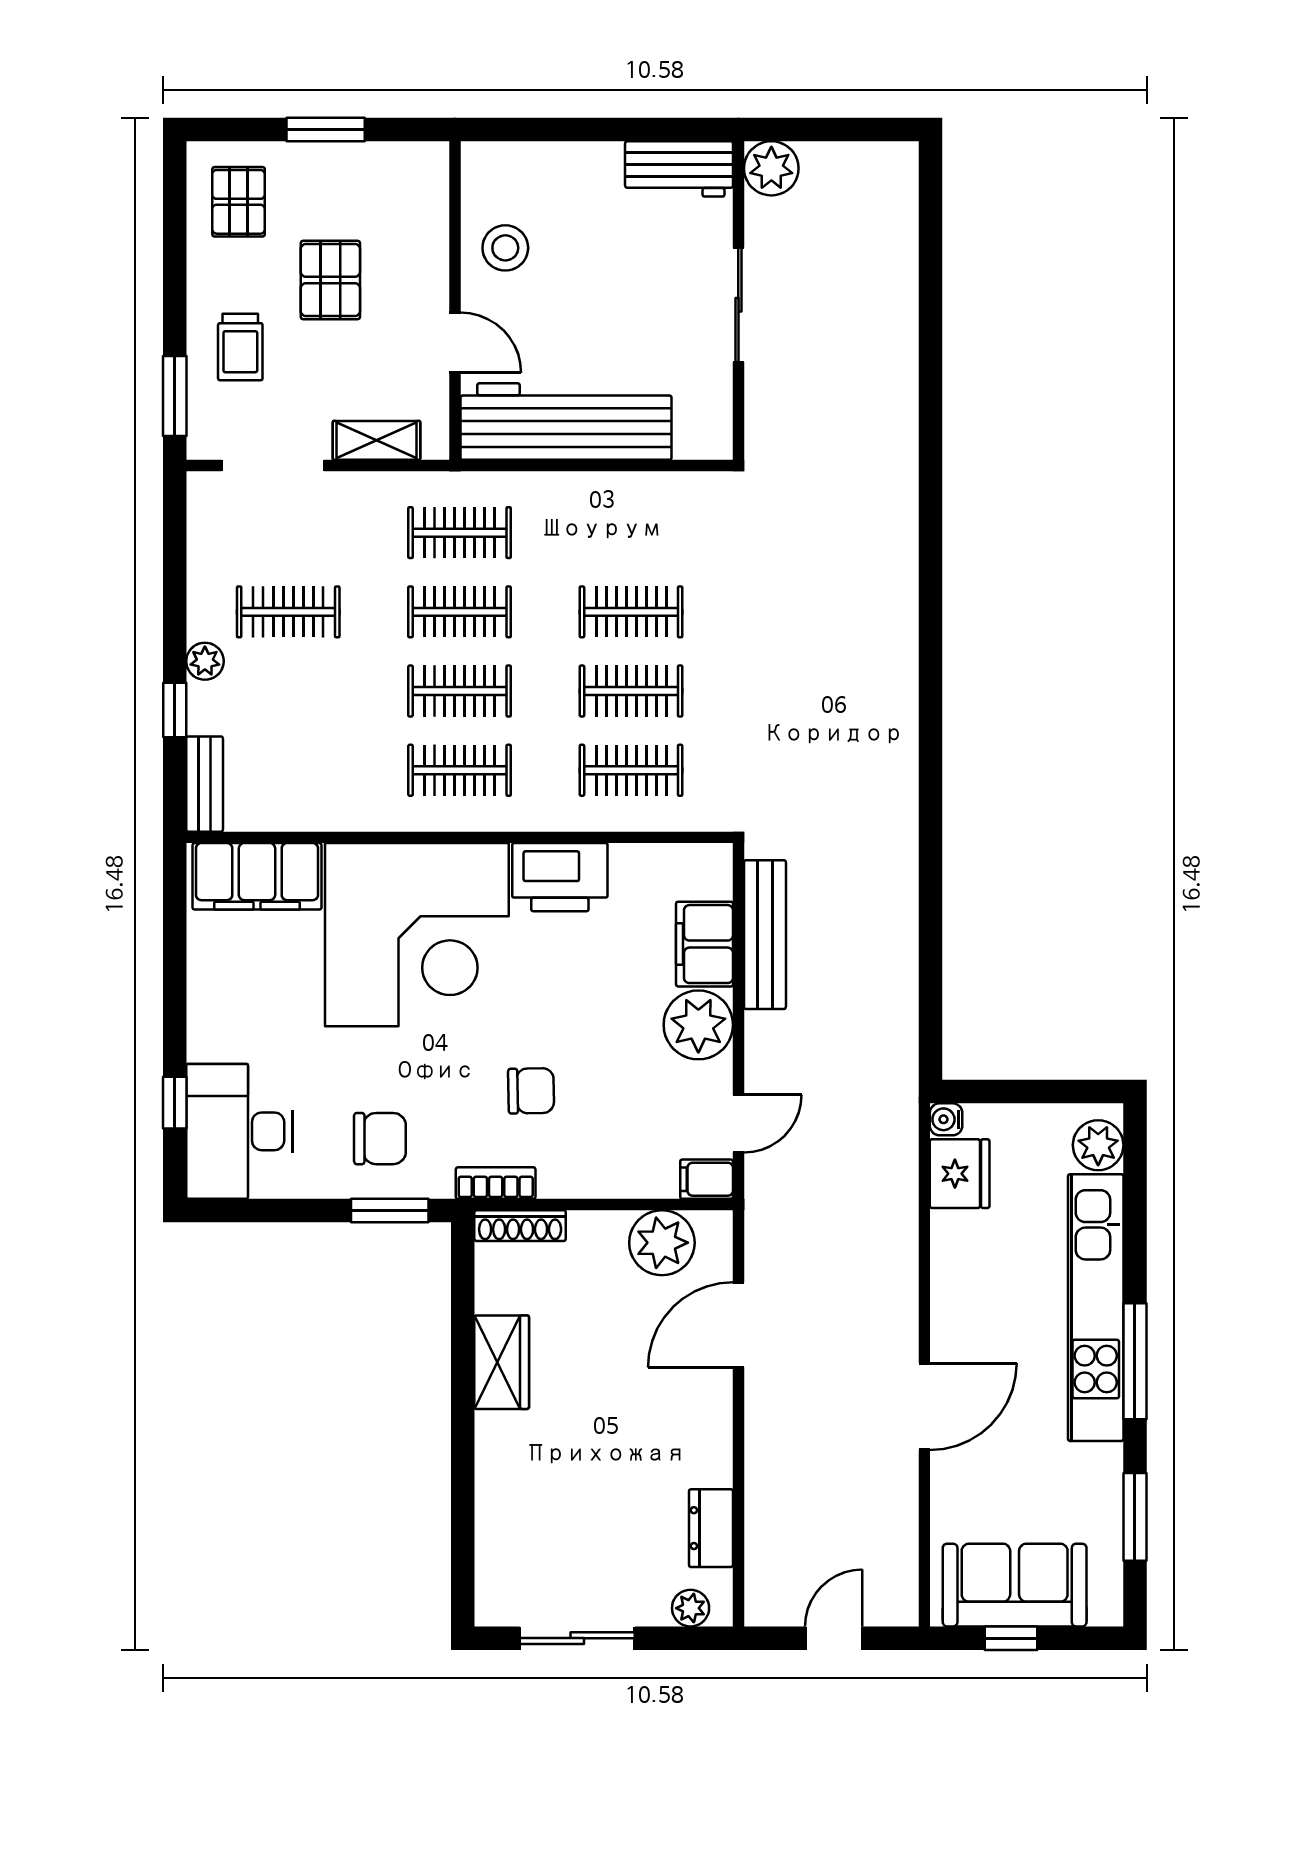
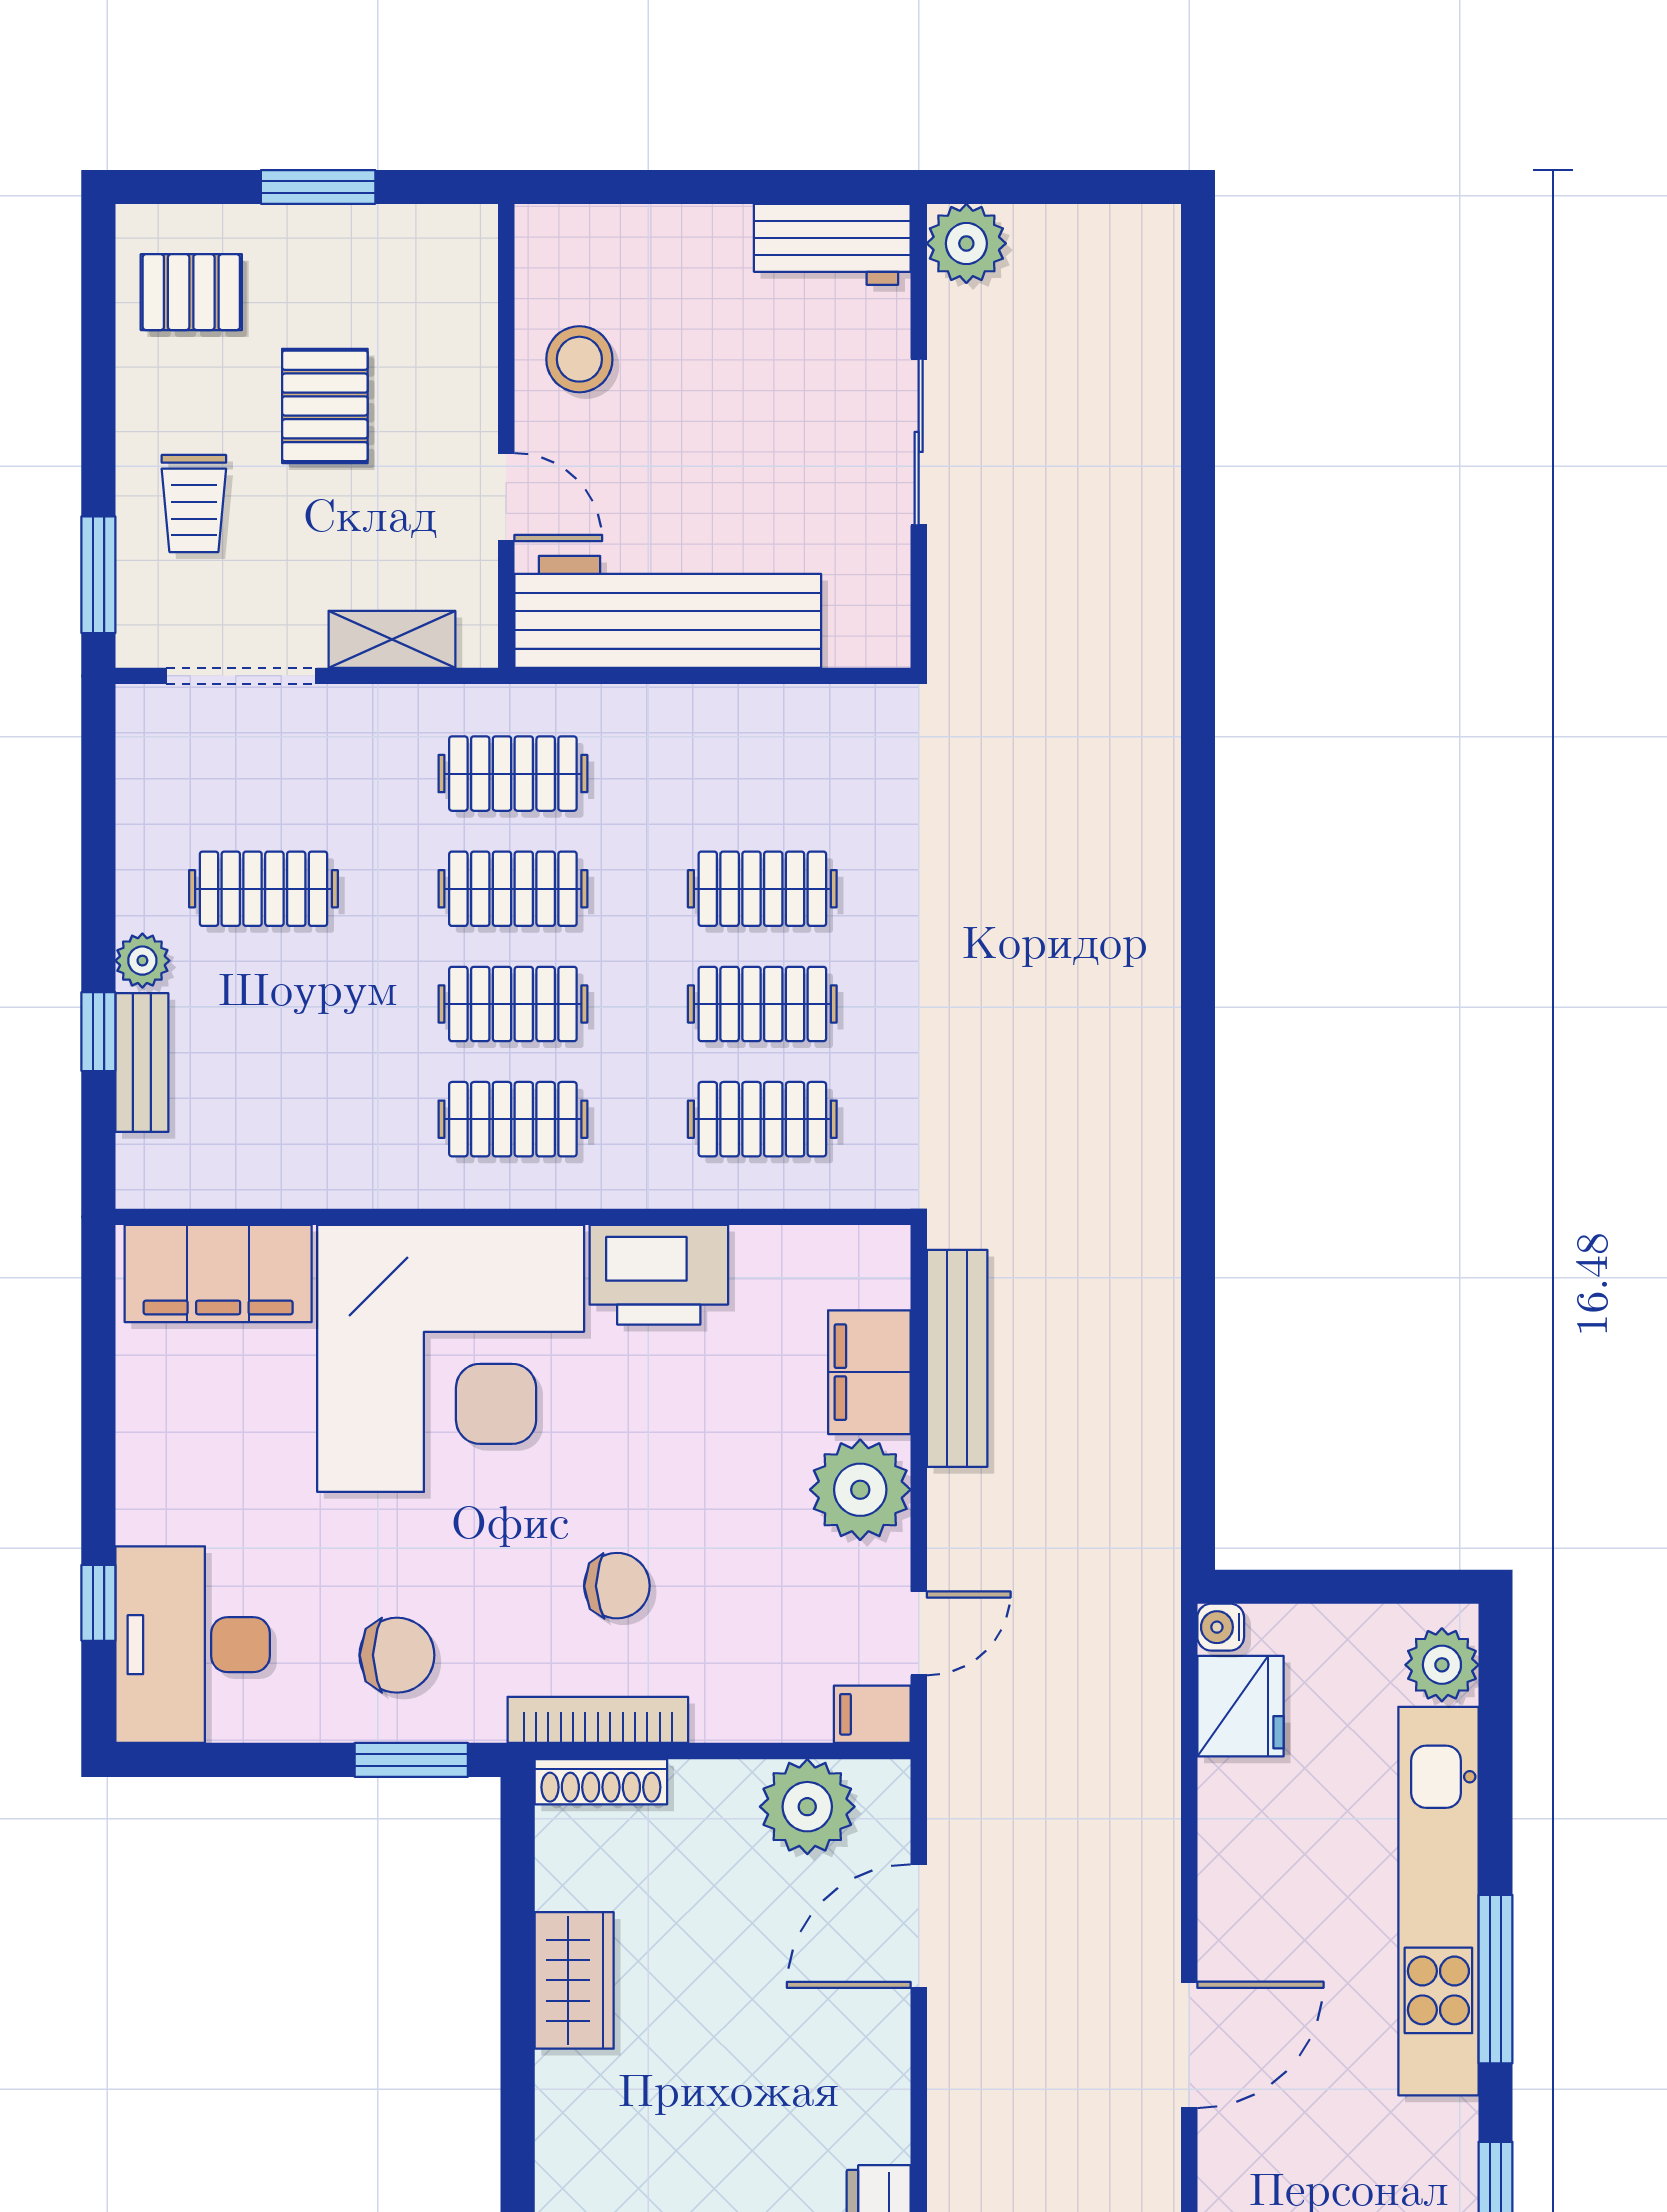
pallet: (239, 202) -> (191, 292), turned 90
bench: (205, 784) -> (142, 1063), moved
bookcase: (496, 1183) -> (598, 1720), width x1.56

